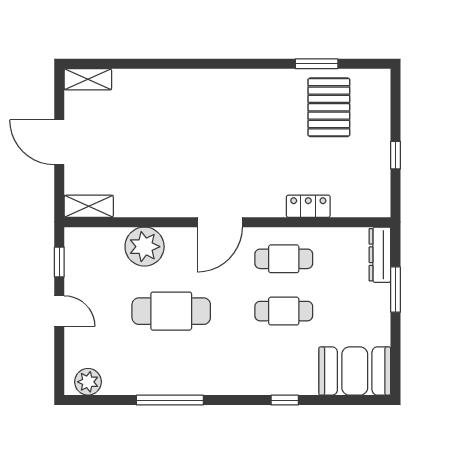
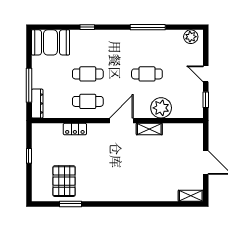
shelving: (89, 206) -> (149, 129), moved
window: (396, 290) -> (29, 85), width x1.44
cafe table: (171, 311) -> (147, 74), width x0.73, depth x0.74

